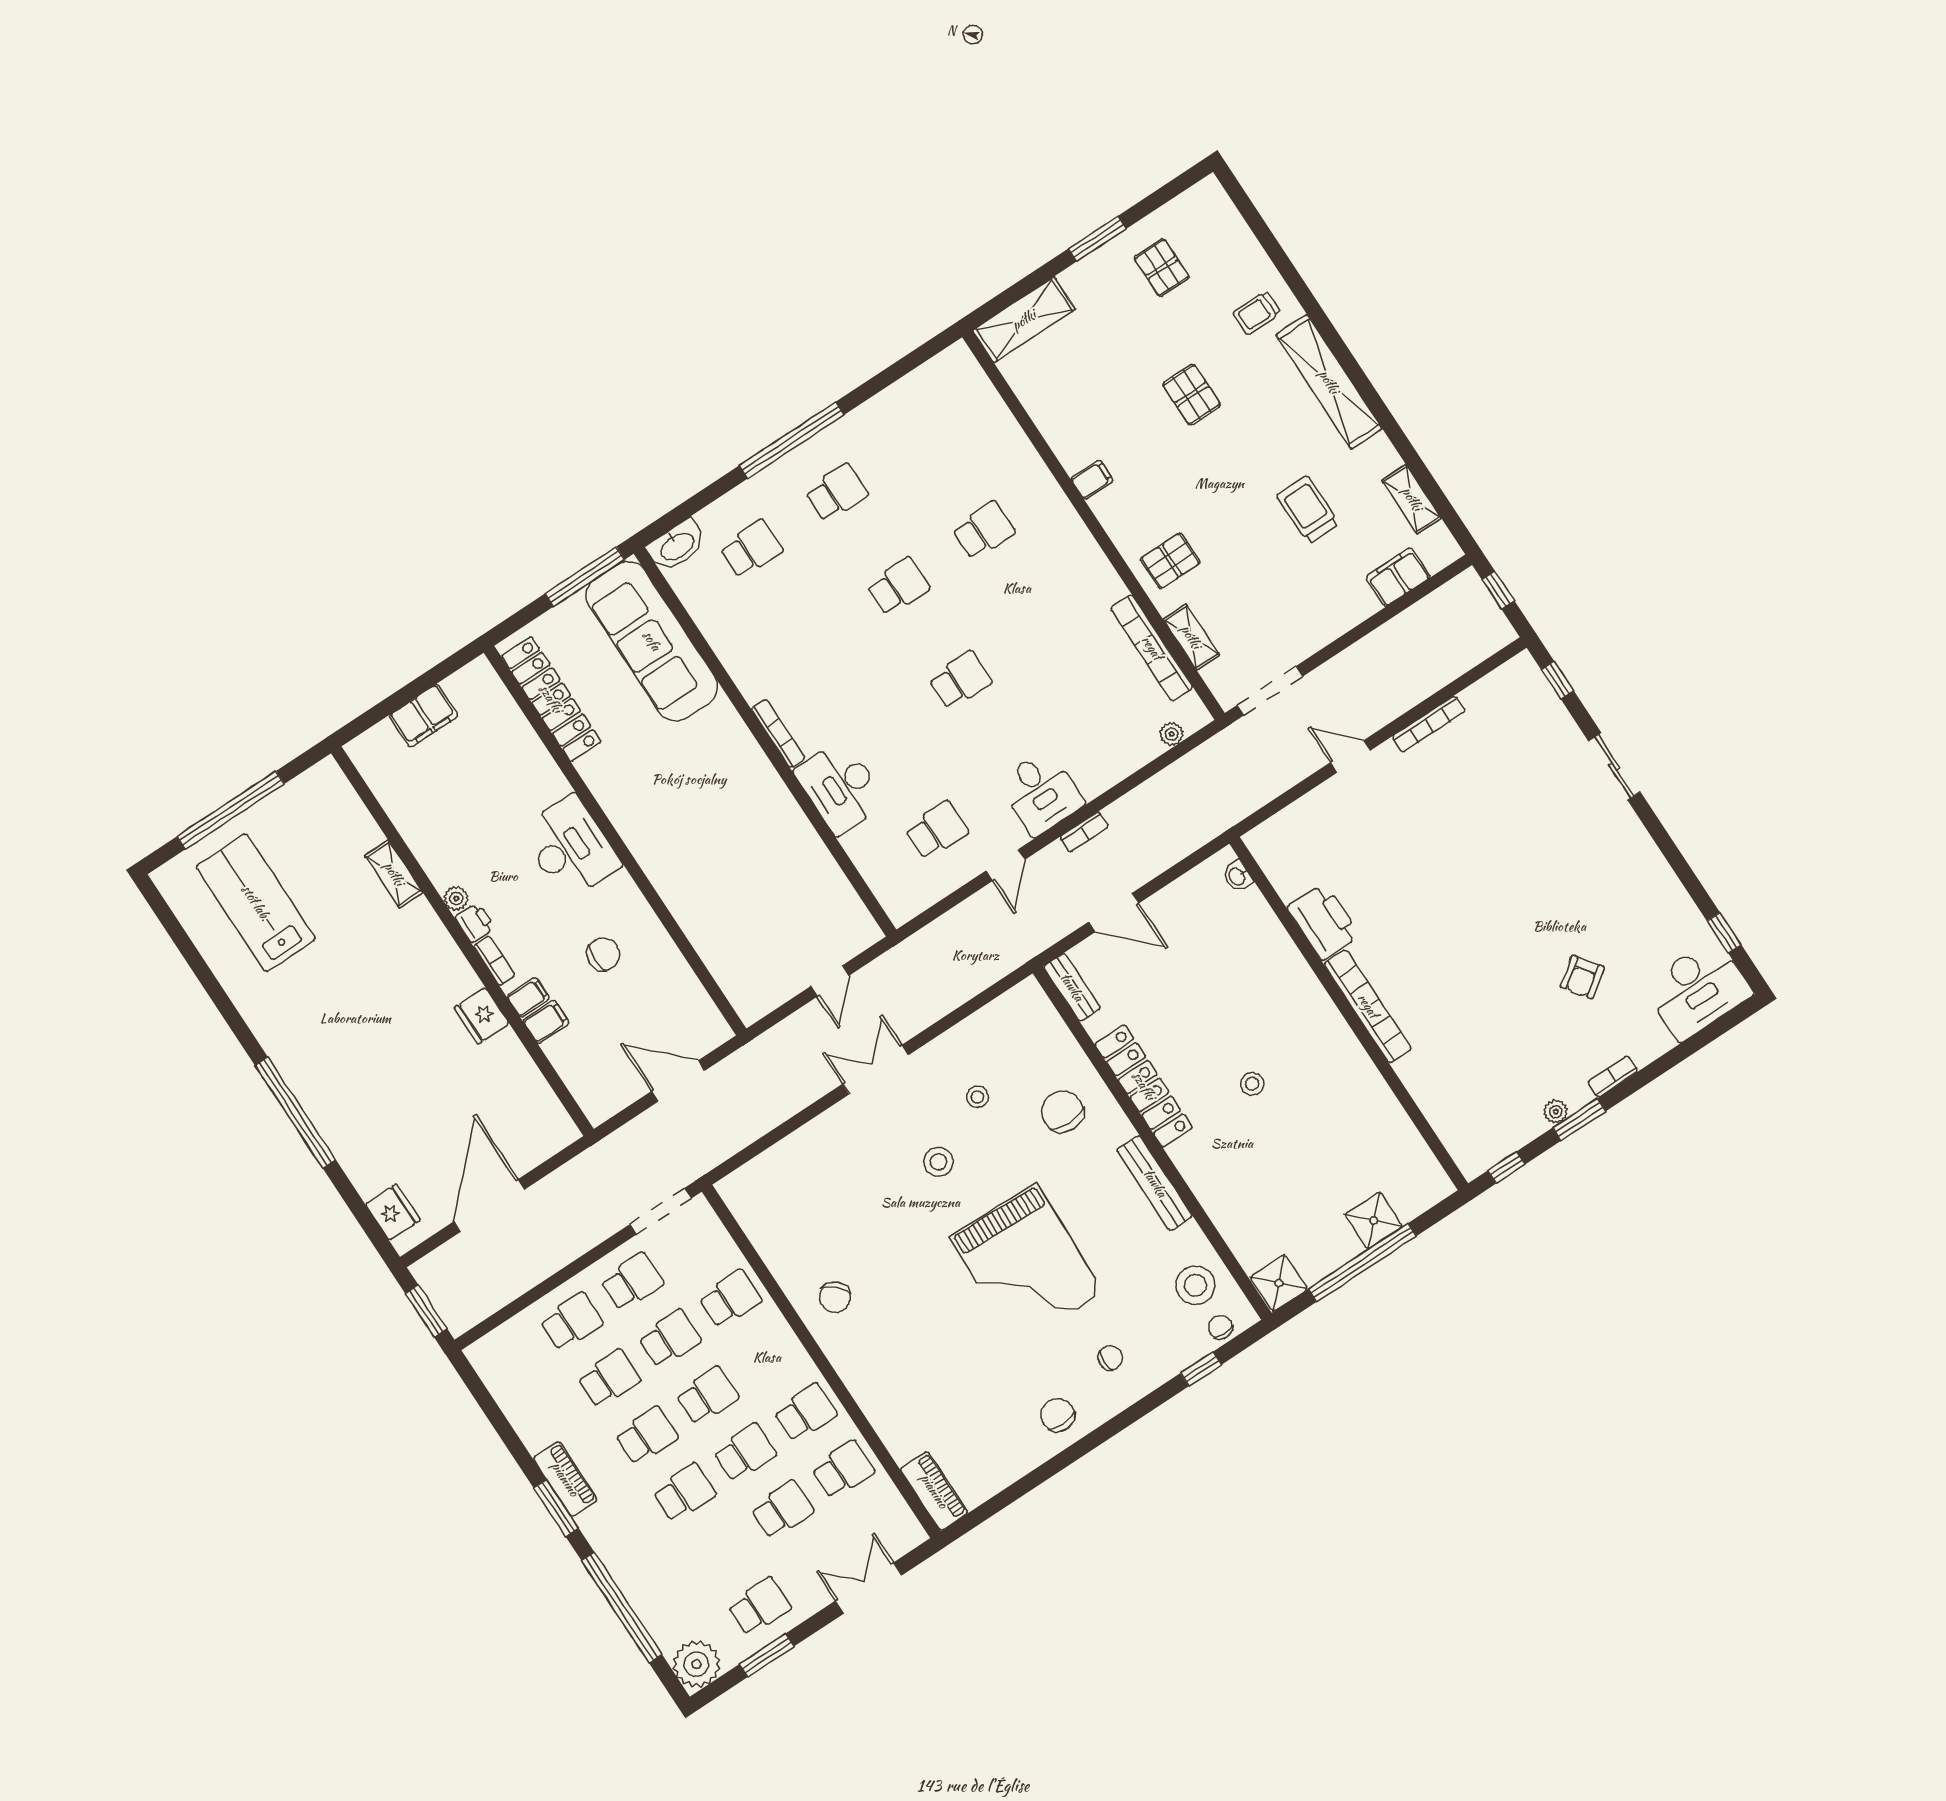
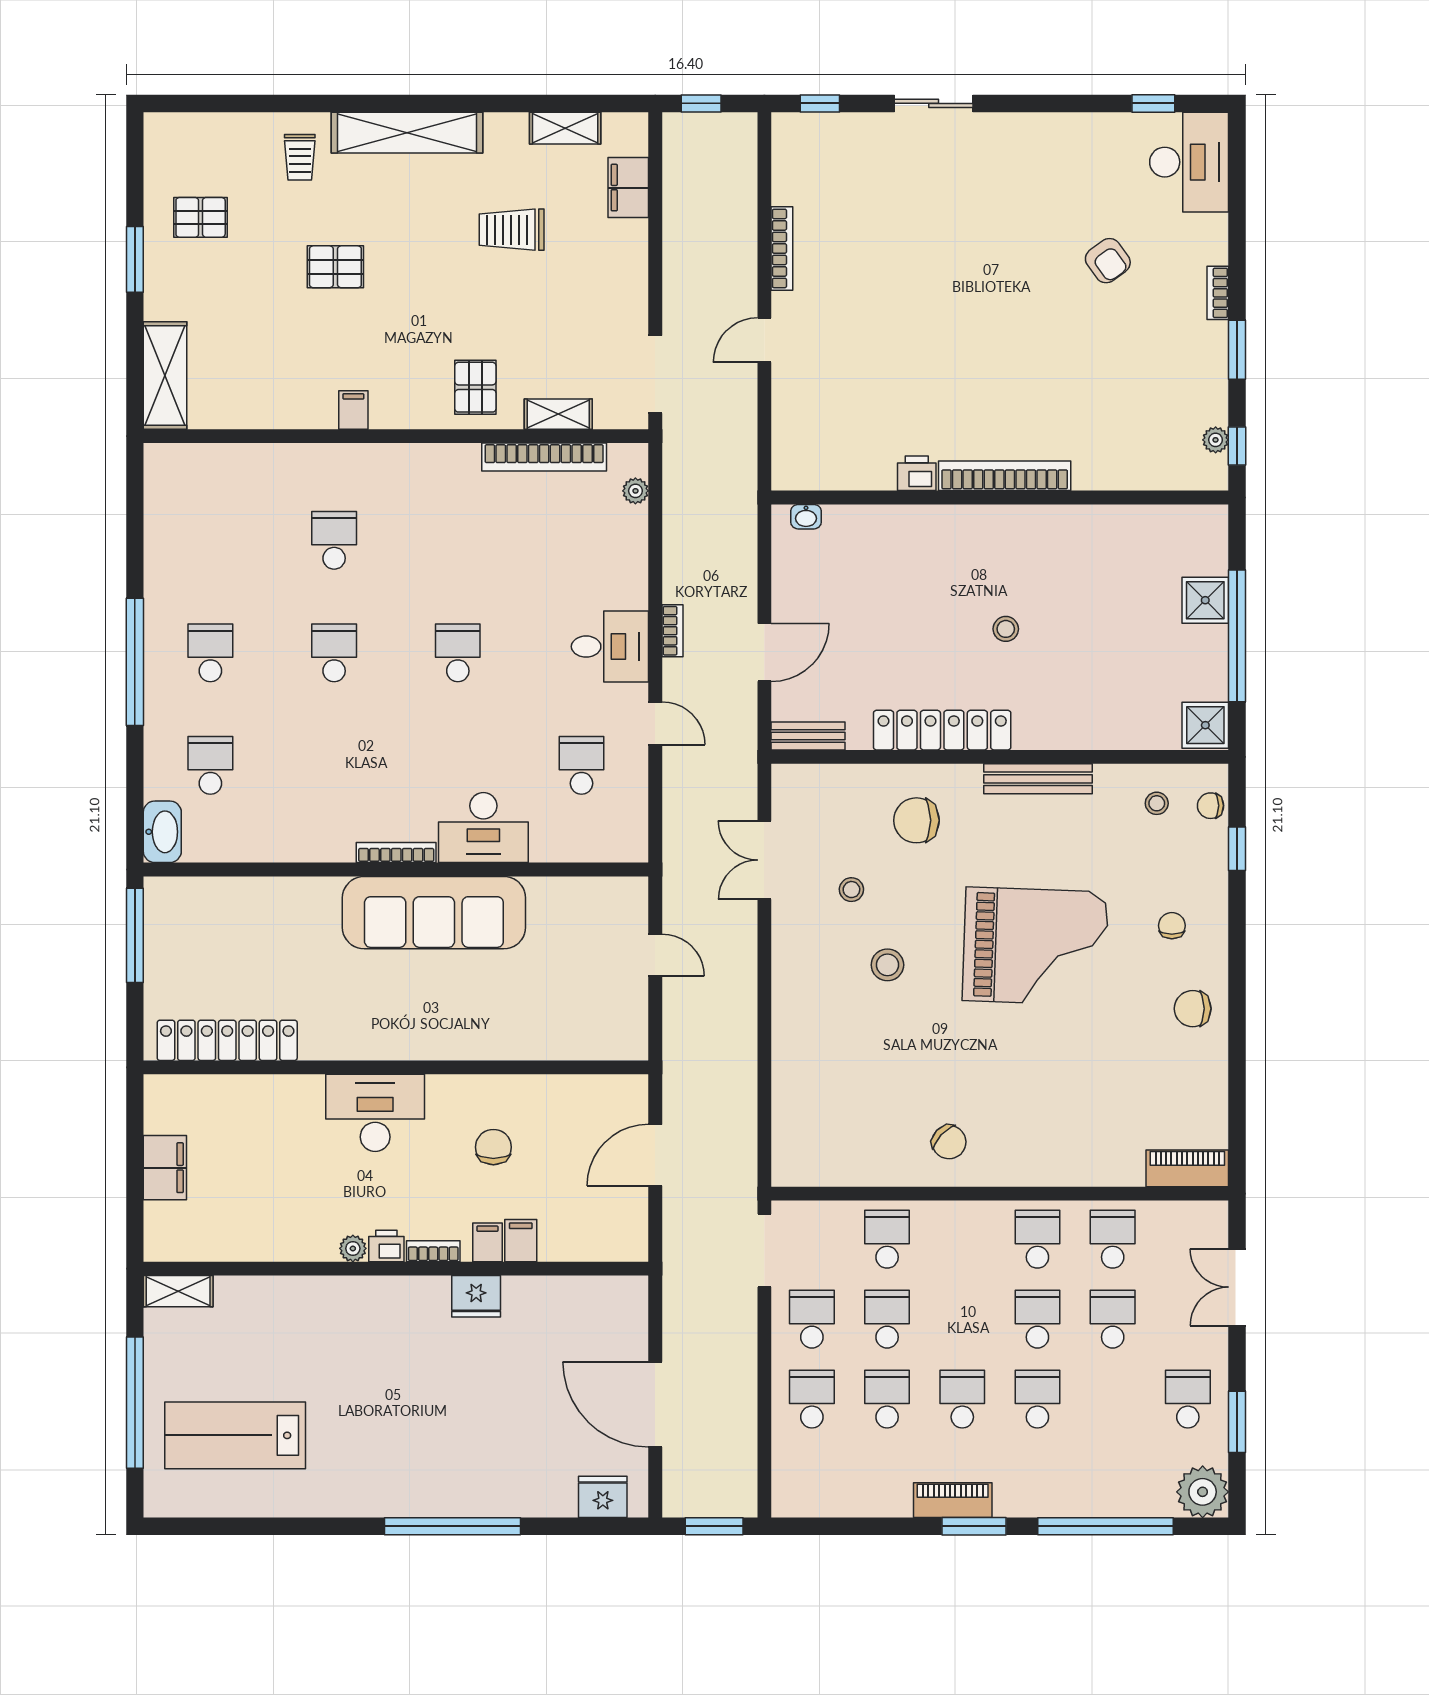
sofa: (652, 641) -> (434, 913), moved
shelving: (394, 874) -> (178, 1291), moved
printer: (1324, 922) -> (917, 473), width x0.53, depth x0.68
double door: (876, 1069) -> (764, 860), moved
plant: (1556, 1112) -> (1216, 440), moved
stool: (1195, 1285) -> (1157, 803), width x0.53, depth x0.53
school desk: (707, 1396) -> (962, 1319), removed

